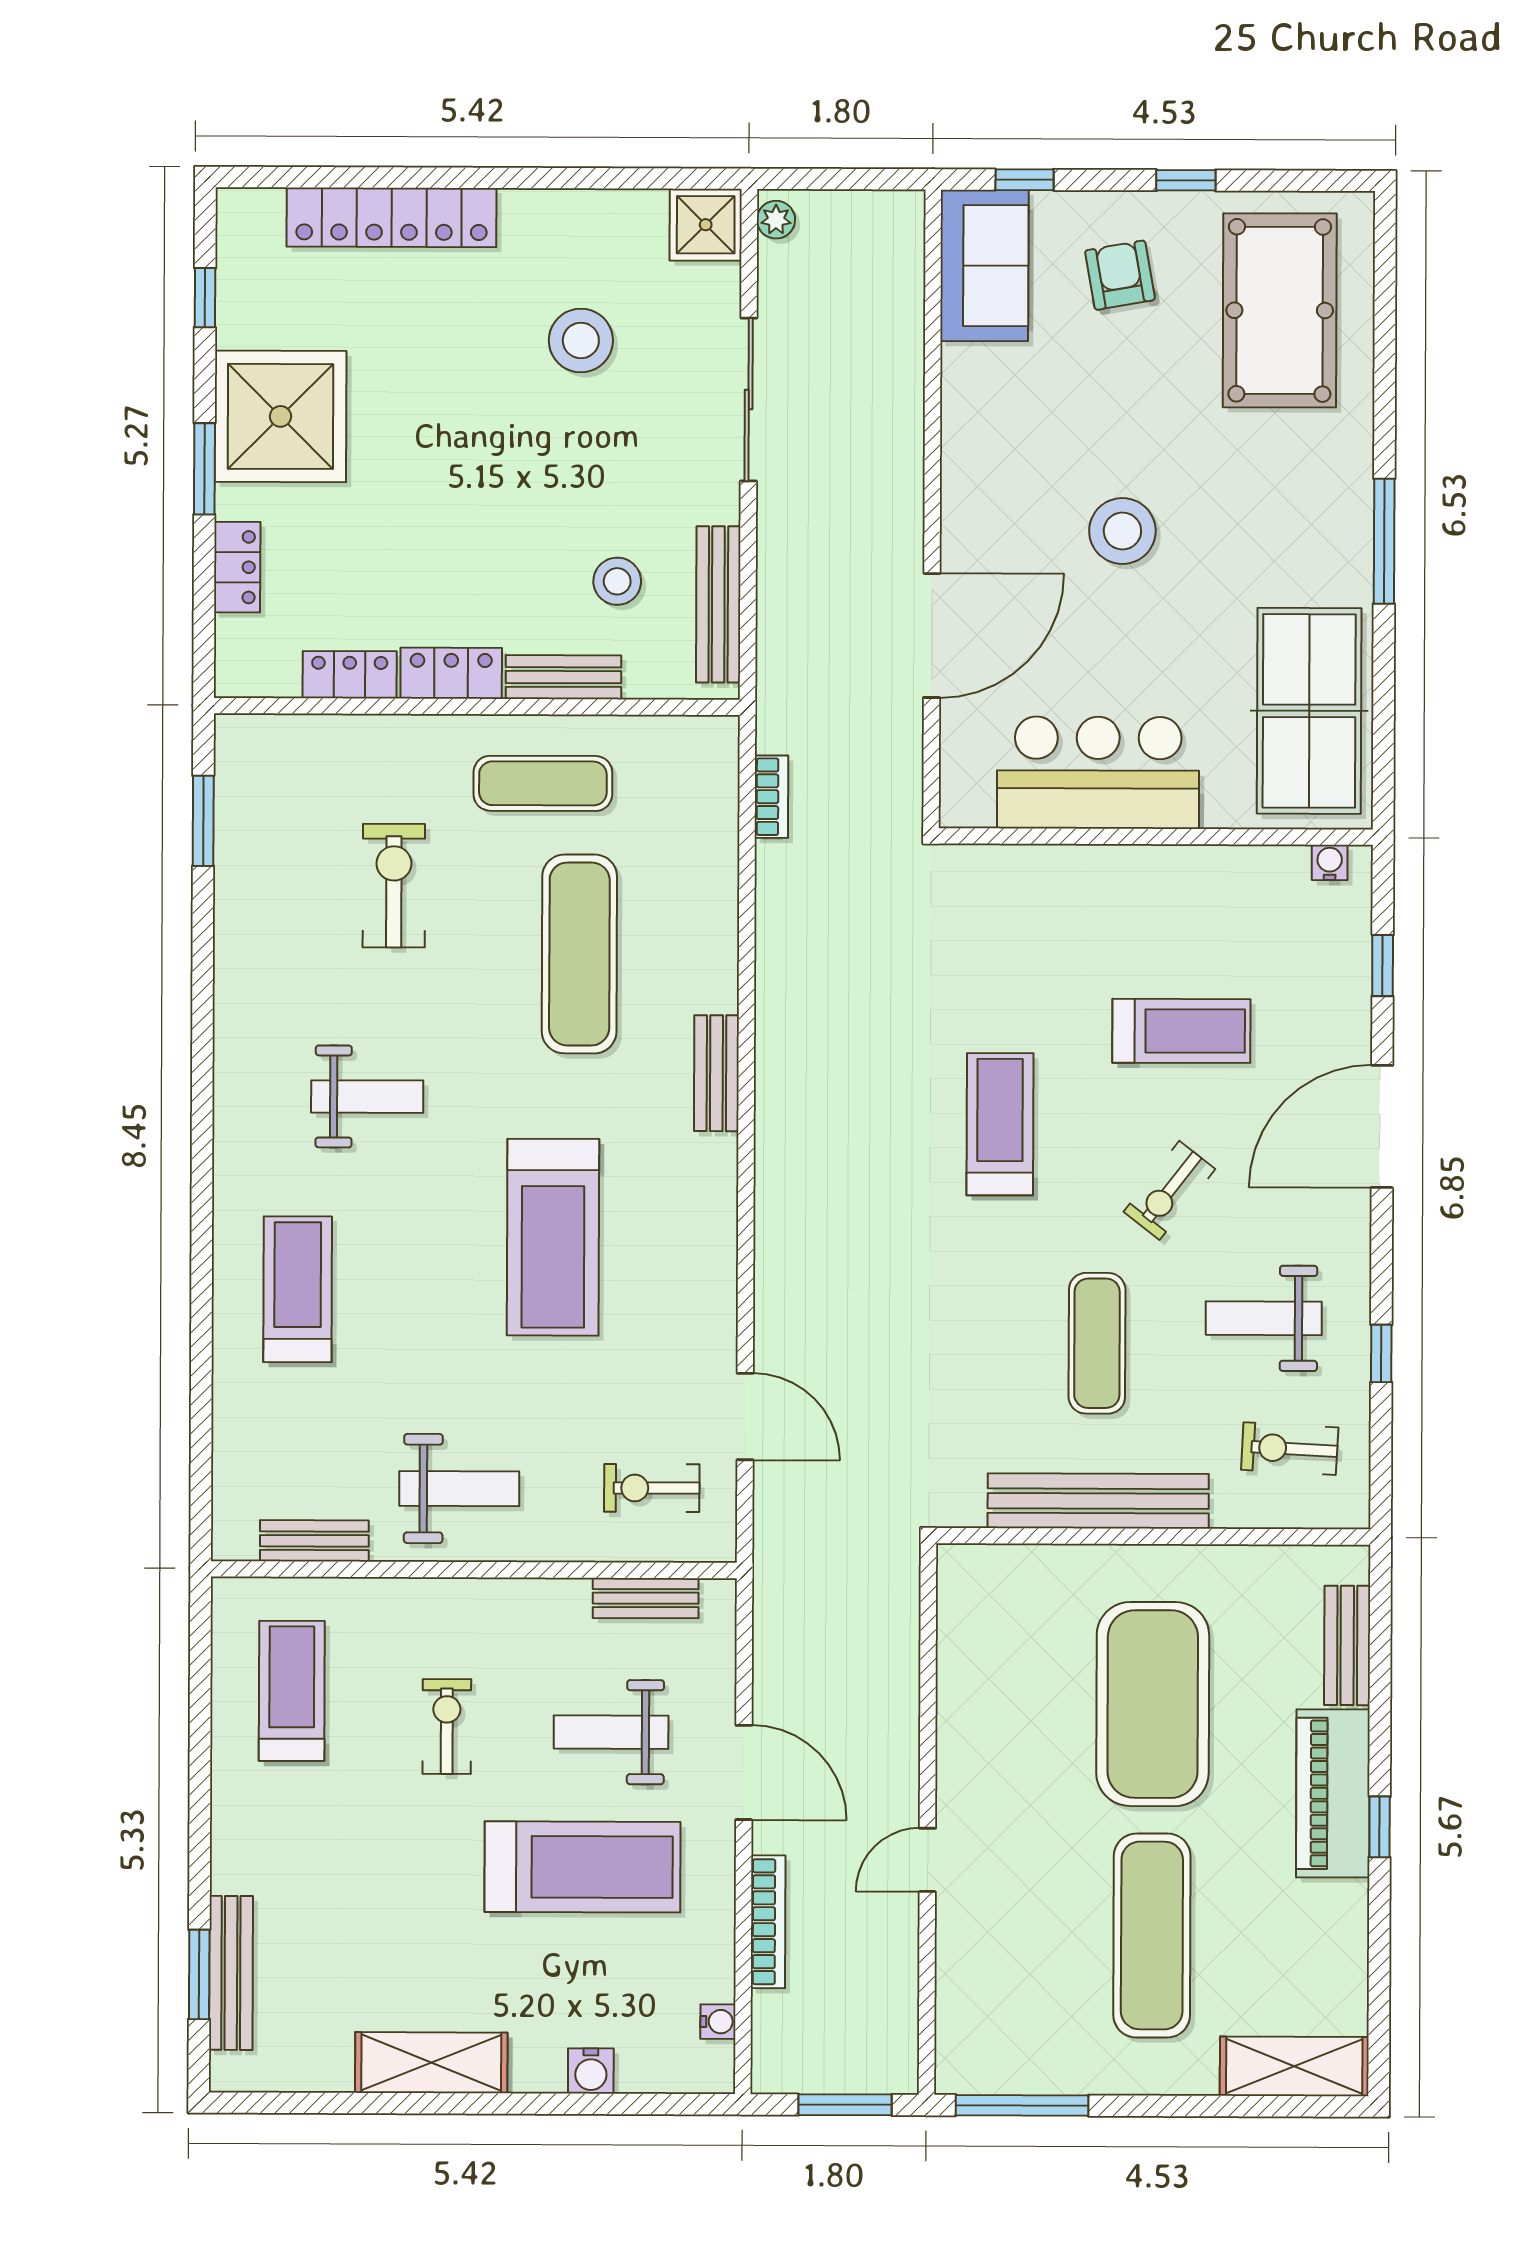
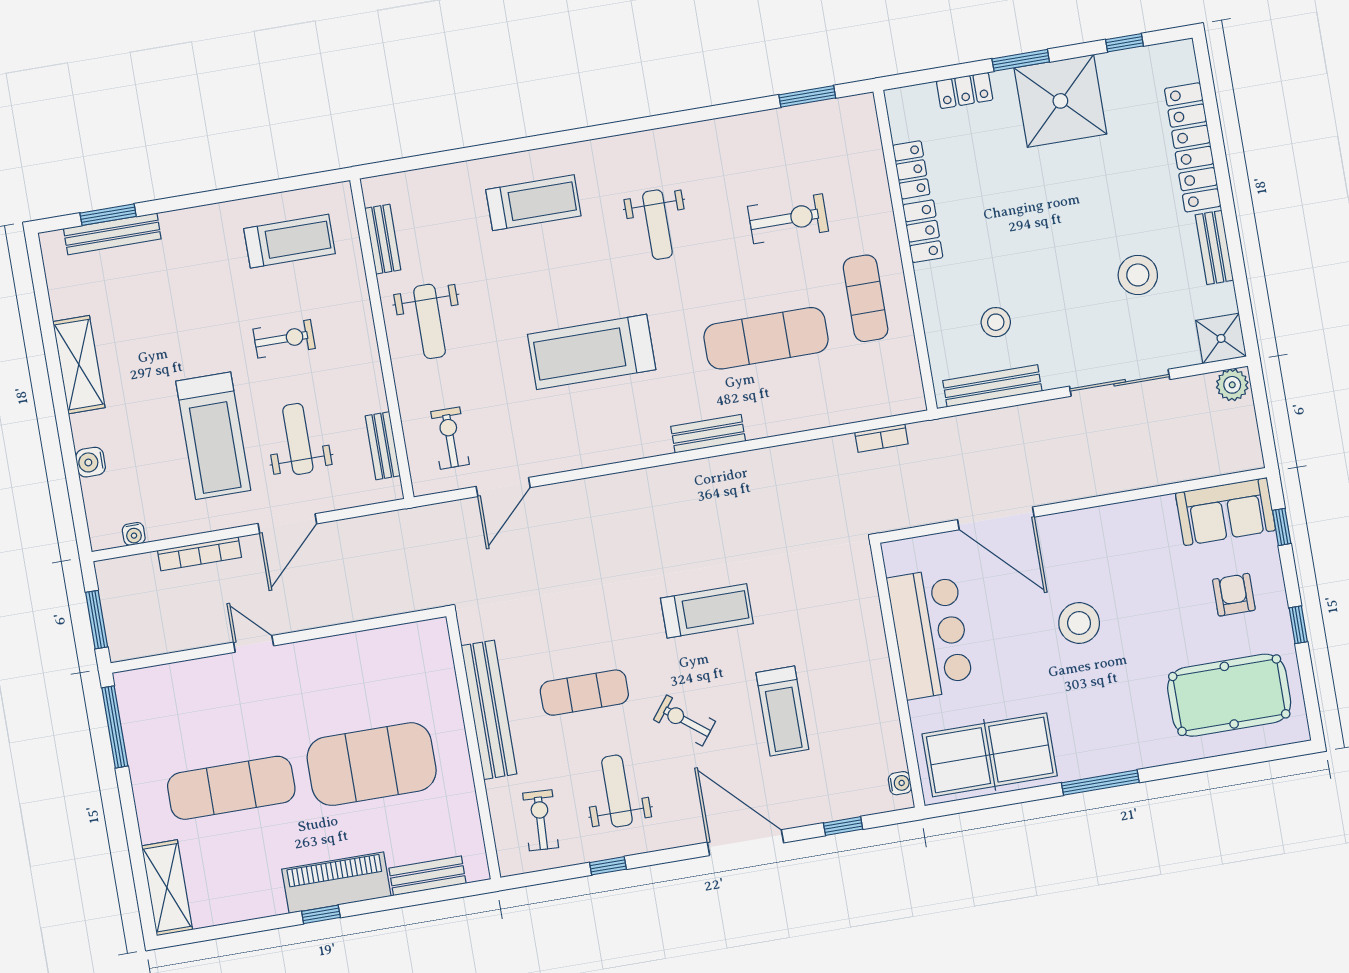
plant: (776, 220) -> (1232, 385), width x1.38, depth x1.38
armchair: (1120, 275) -> (1234, 595), turned -80
bench: (563, 677) -> (1214, 247), moved

